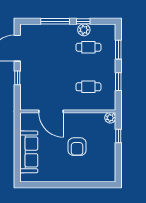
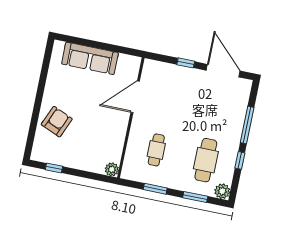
plant: (84, 30) -> (222, 191), moved
cafe table: (88, 47) -> (206, 160), width x1.37, depth x1.35
window: (118, 136) -> (54, 168), moved
armchair: (77, 147) -> (57, 122), moved, turned 113

